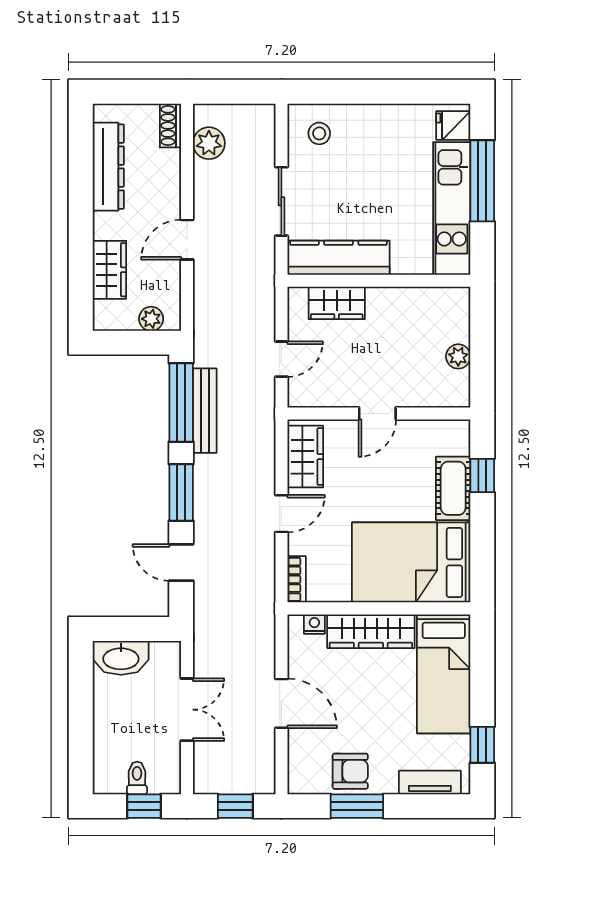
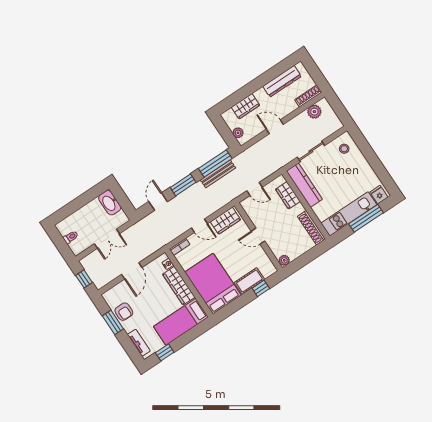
shoe rack: (170, 126) -> (308, 96), width x1.43
shoe rack: (430, 299) -> (311, 228), added
plant: (458, 356) -> (284, 260), moved
window: (144, 806) -> (62, 246), removed

